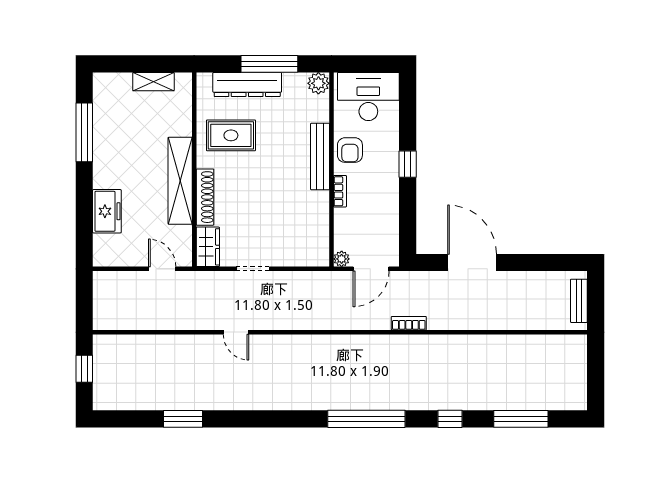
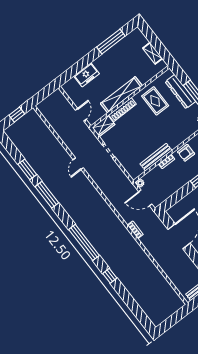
bench: (320, 157) -> (156, 157), moved
window: (521, 419) -> (47, 195), moved

